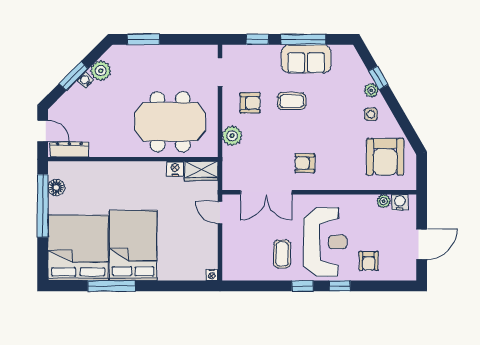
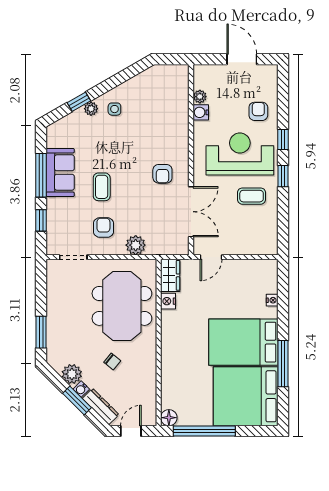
chair: (114, 112) -> (112, 361), added
dresser: (69, 150) -> (101, 407), moved, turned 135
armchair: (385, 157) -> (156, 95), removed
floor lamp: (56, 187) -> (169, 418), moved
water cooler: (400, 202) -> (201, 112), moved
armchair: (369, 261) -> (258, 111), turned -90
nightstand: (212, 275) -> (272, 300), moved

